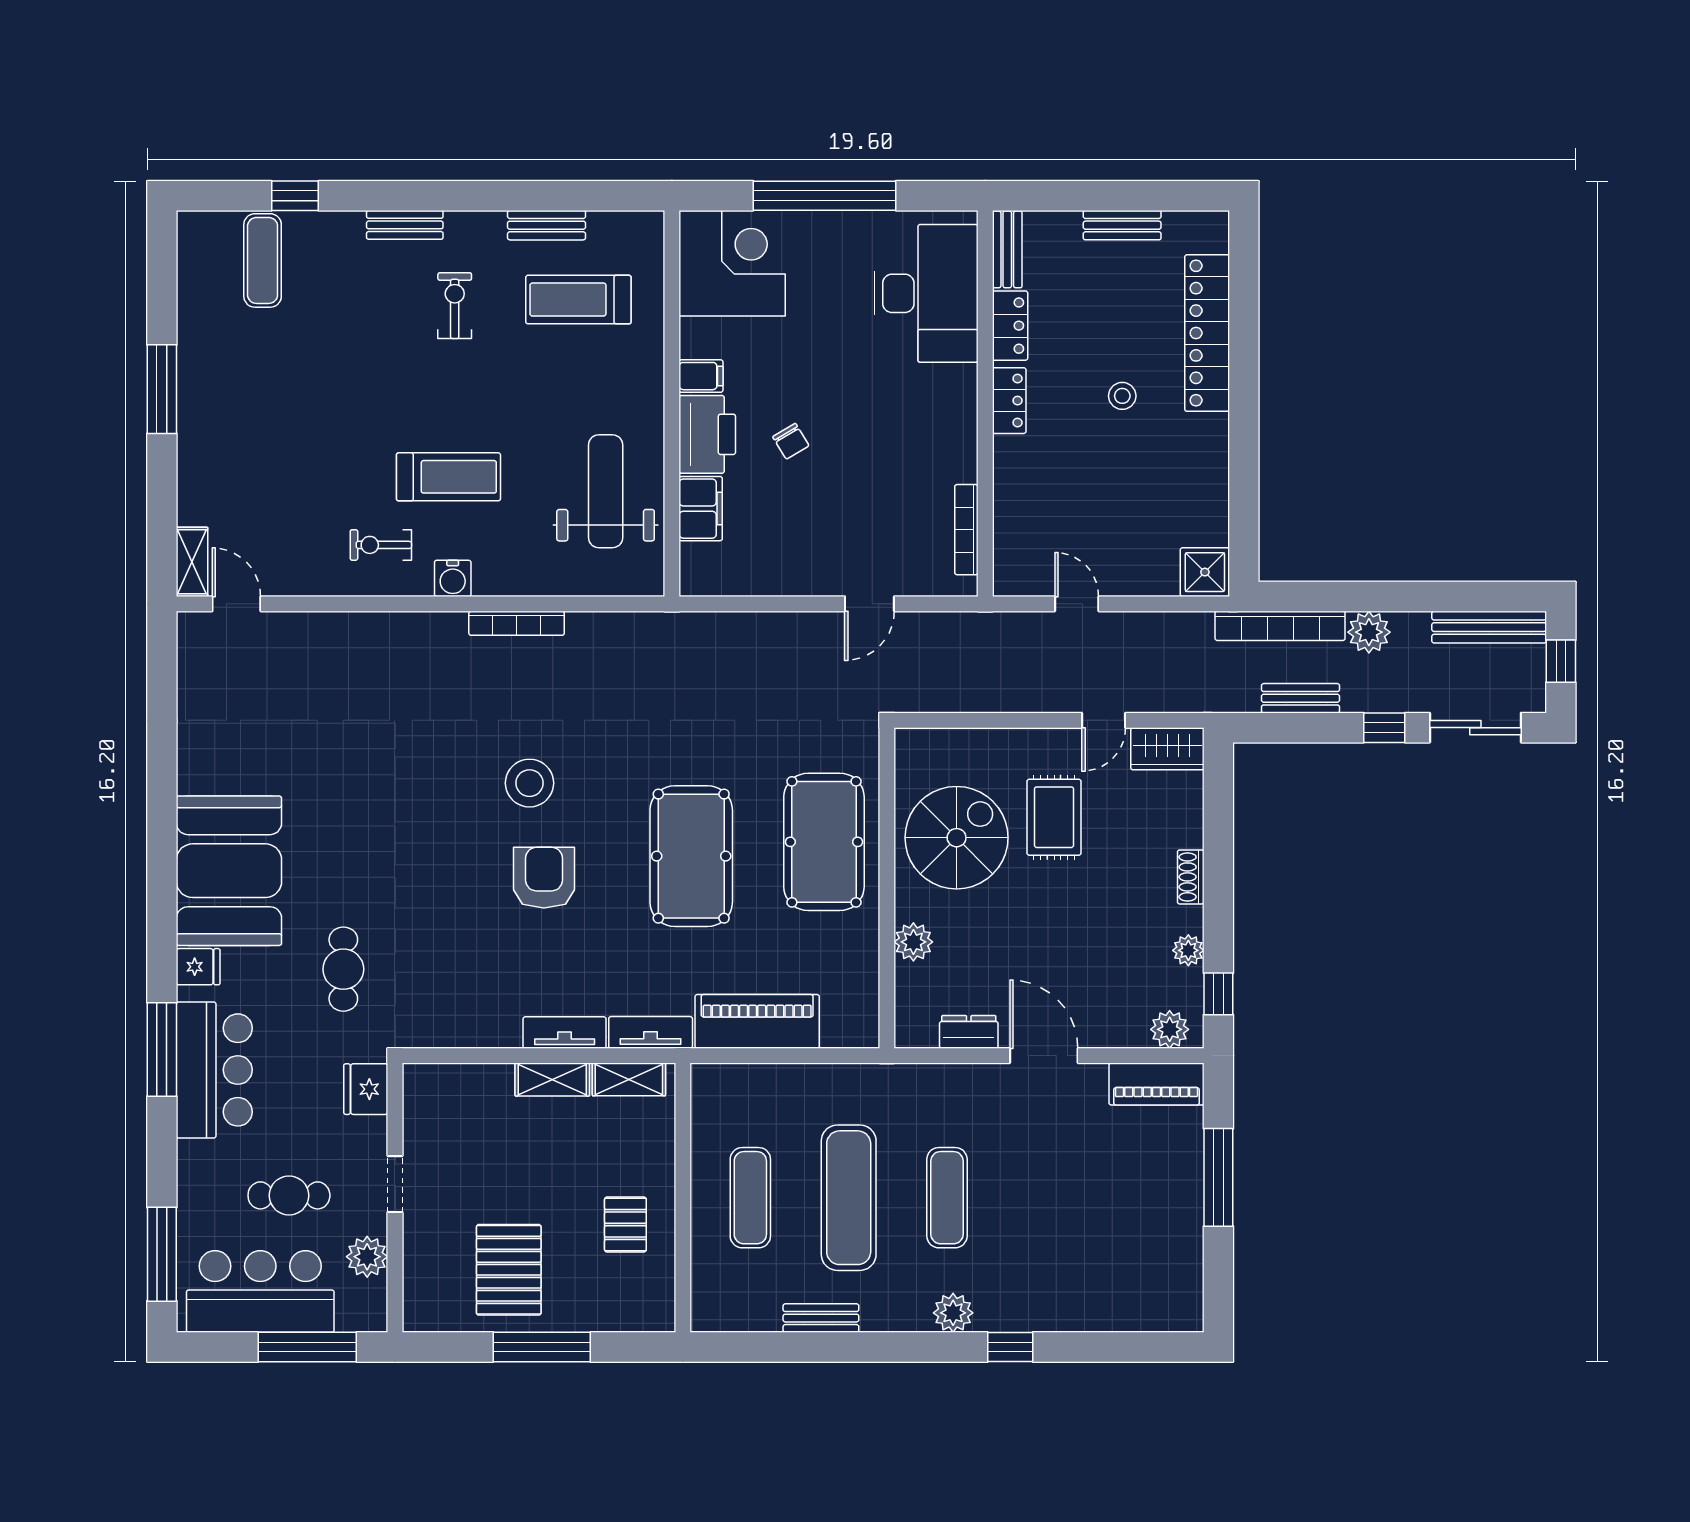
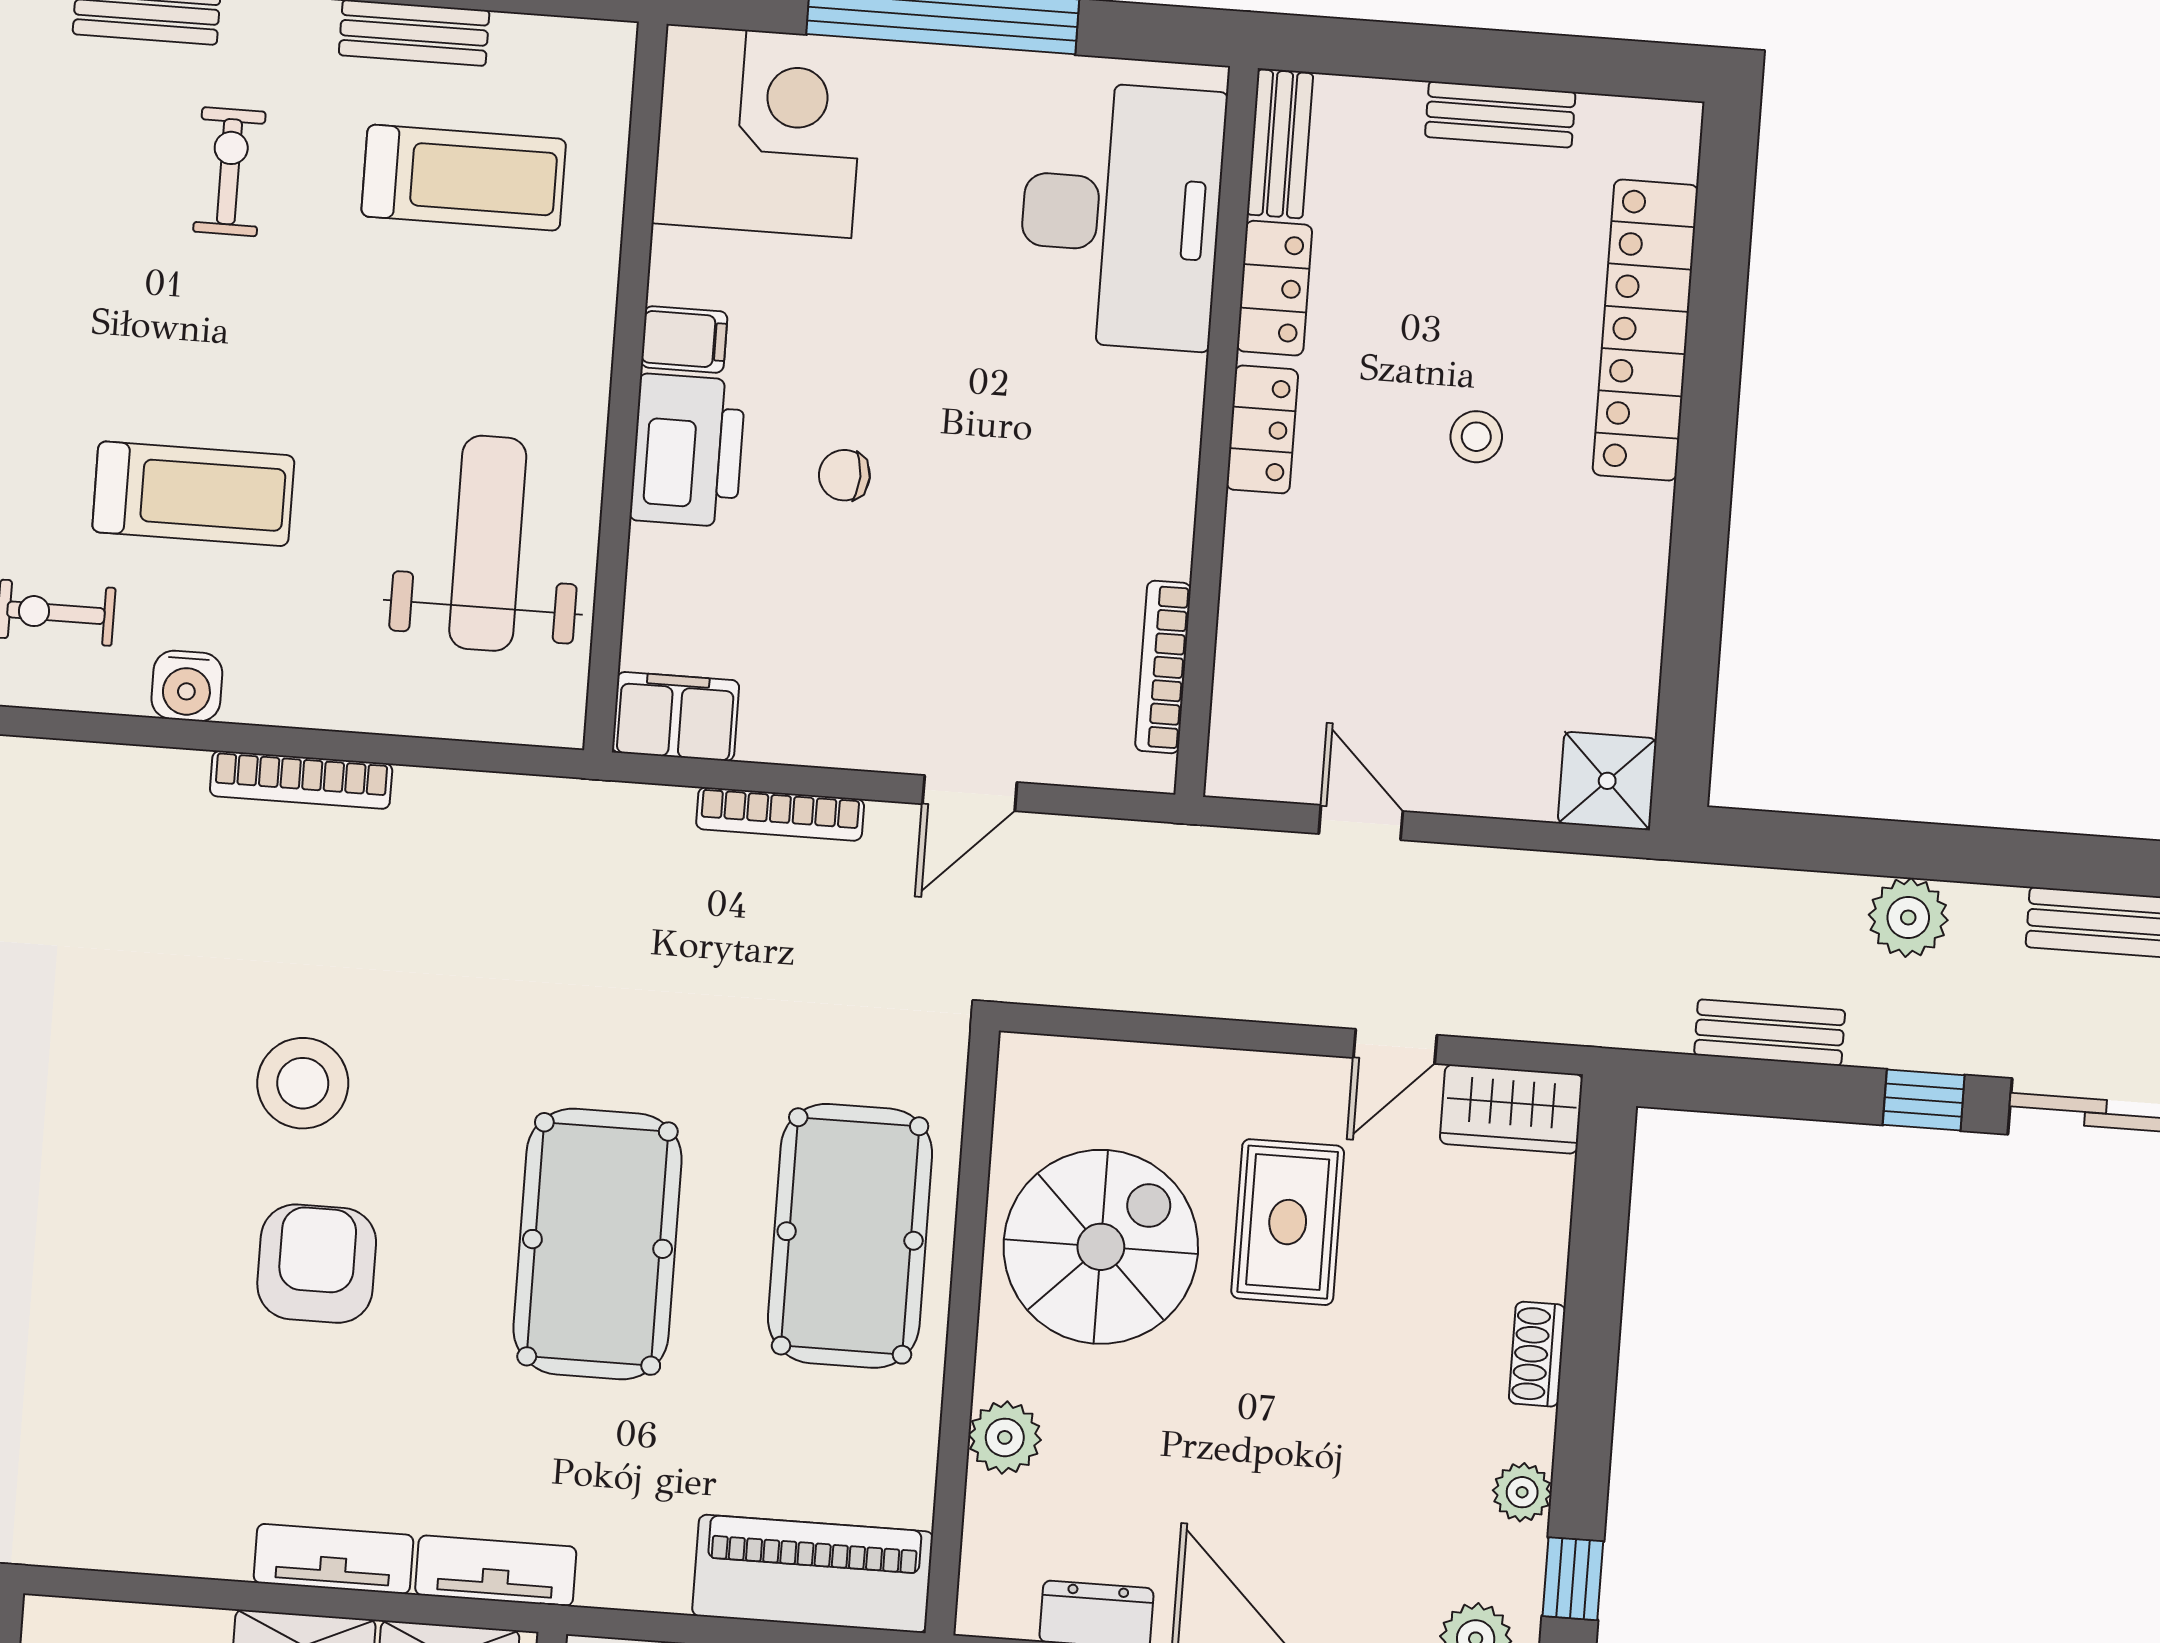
treadmill: (578, 300) -> (464, 178), turned 180
chair: (791, 441) -> (844, 475), turned 122
filing cabinet: (701, 509) -> (676, 716), moved, turned -90
bookcase: (1280, 626) -> (780, 814), moved, width x0.68, depth x0.76
piano: (757, 1021) -> (813, 1574), moved

